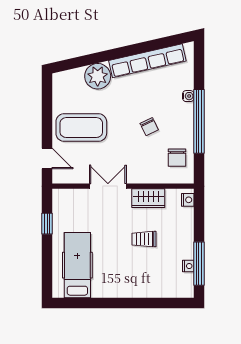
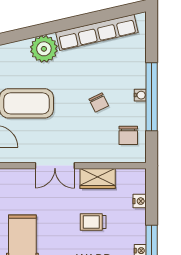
water cooler: (188, 96) -> (140, 95), moved
double door: (108, 186) -> (55, 166), swing flipped
nightstand: (188, 200) -> (140, 201), moved

